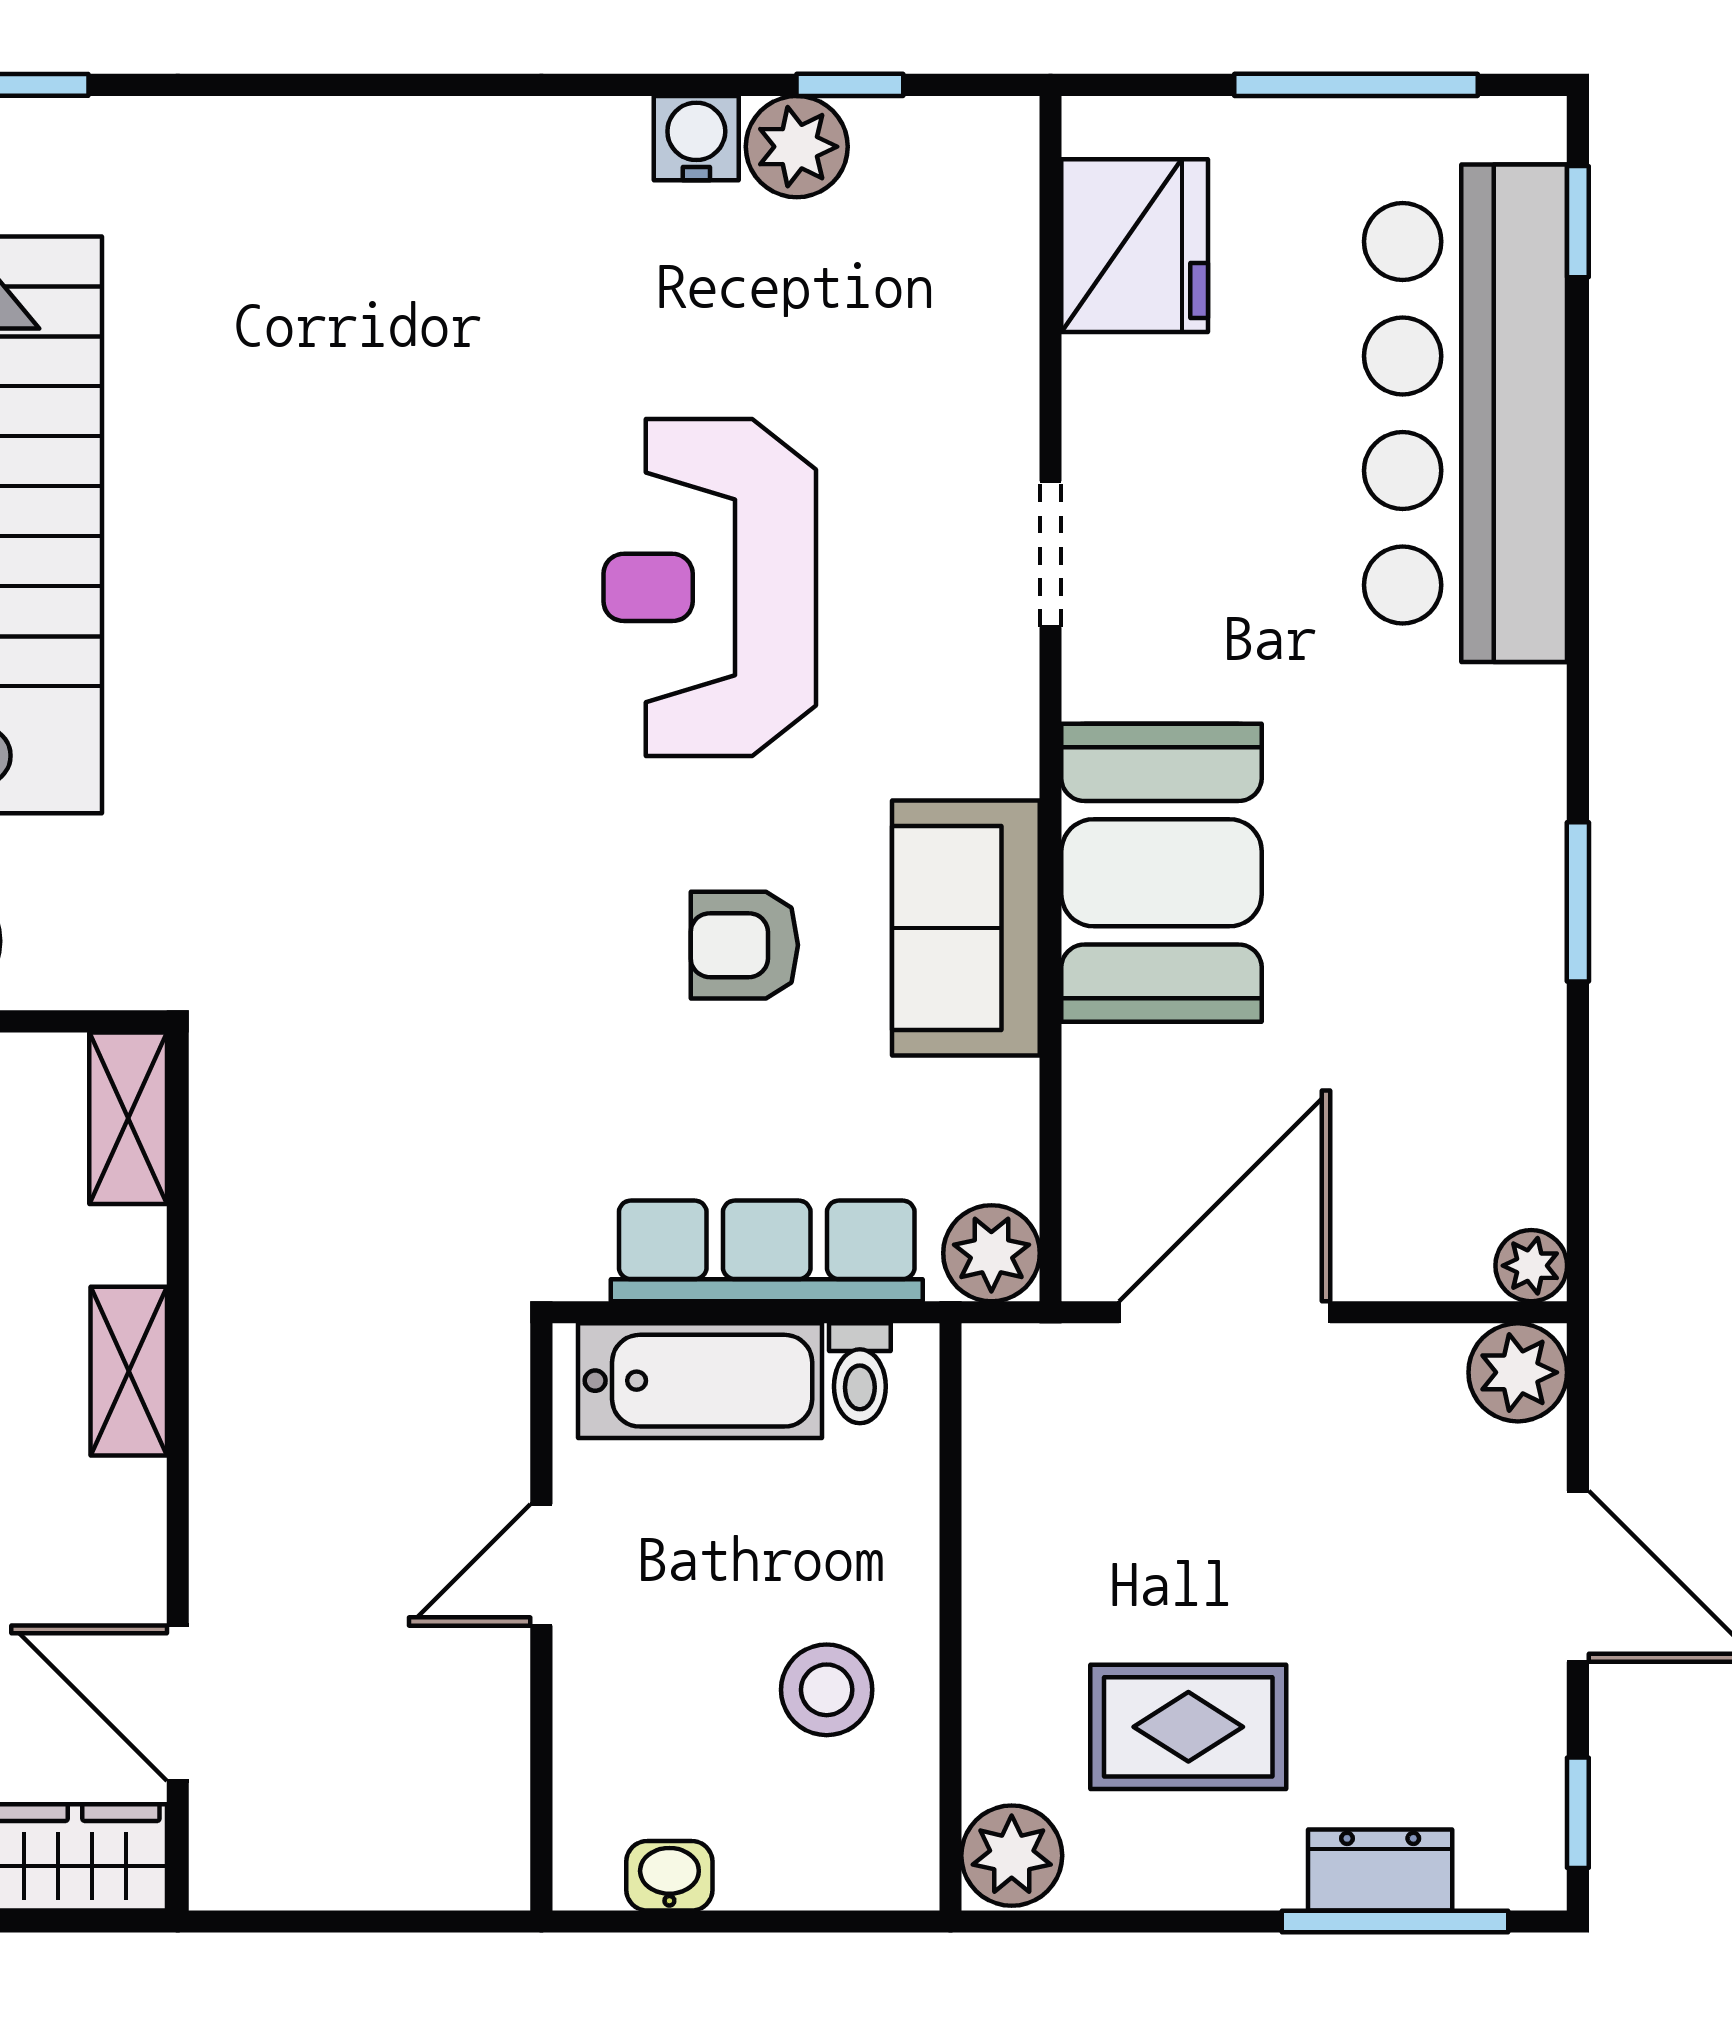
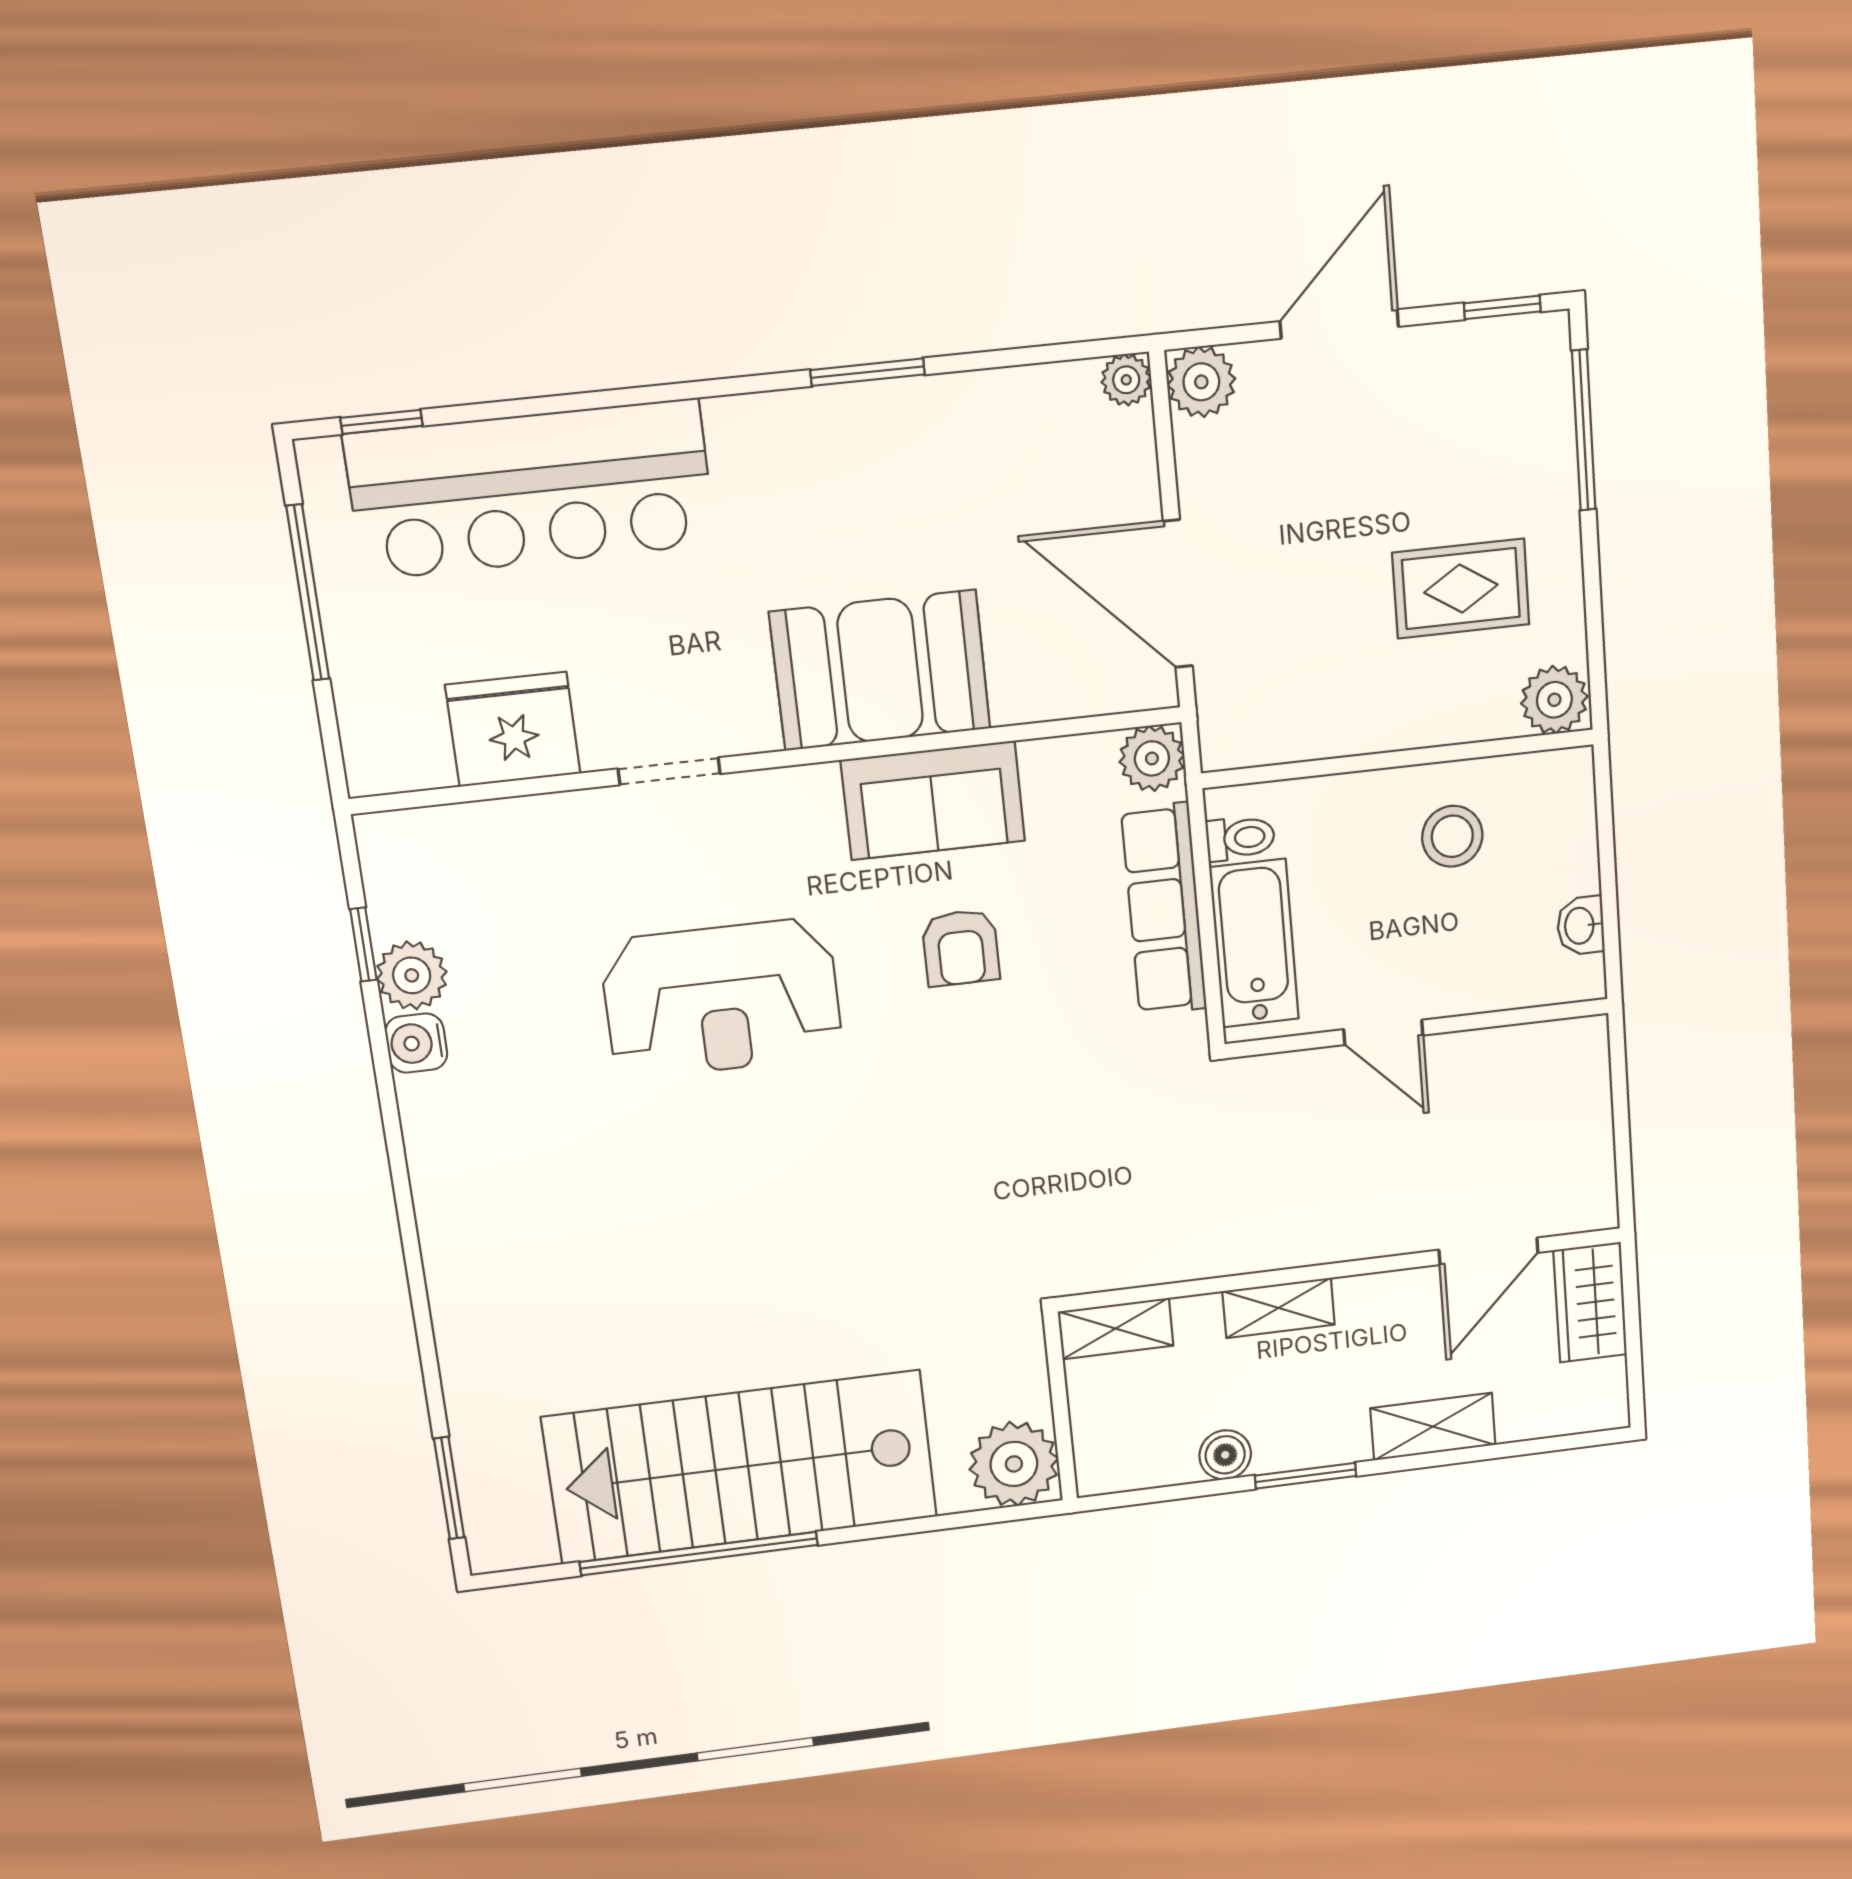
fridge: (1135, 246) -> (513, 729), moved
rug: (1188, 1727) -> (1461, 589), turned 90
dresser: (1380, 1870) -> (1549, 444), removed

